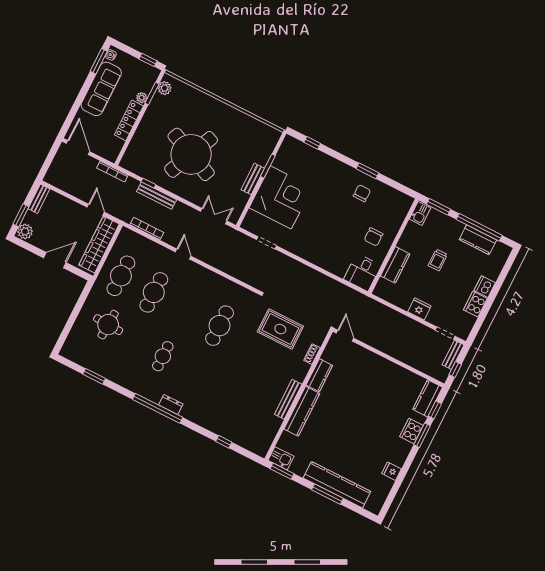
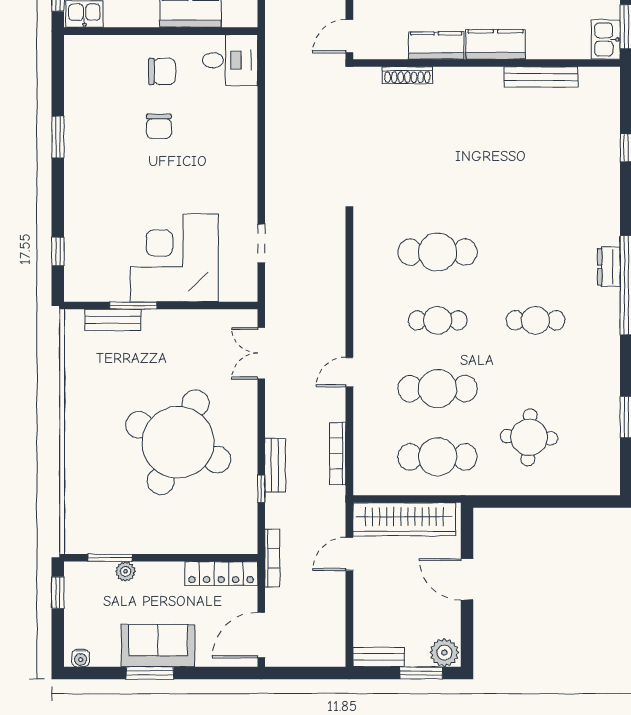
window: (99, 61) -> (150, 673), moved
plant: (165, 88) -> (91, 542), removed
sofa: (101, 89) -> (158, 646), width x0.73
locker: (129, 120) -> (221, 574), moved
bench: (253, 179) -> (113, 320), moved
chair: (362, 193) -> (159, 126), moved, turned -90
bench: (157, 196) -> (275, 465), width x0.73
cafe table: (187, 309) -> (438, 320), added
rug: (280, 329) -> (392, 149), removed
shoe rack: (312, 354) -> (407, 75), width x1.43
bench: (288, 399) -> (541, 77), moved
kitchen counter: (302, 411) -> (496, 44), width x0.67

